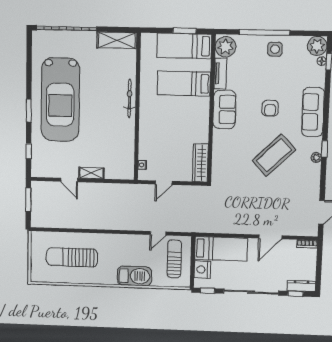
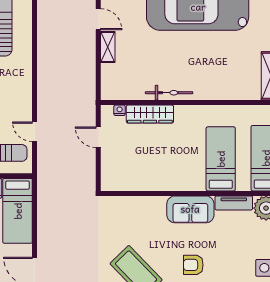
bicycle: (130, 98) -> (169, 93), moved
wardrobe: (200, 163) -> (150, 114), moved, turned 180
door: (69, 180) -> (98, 19), swing flipped

